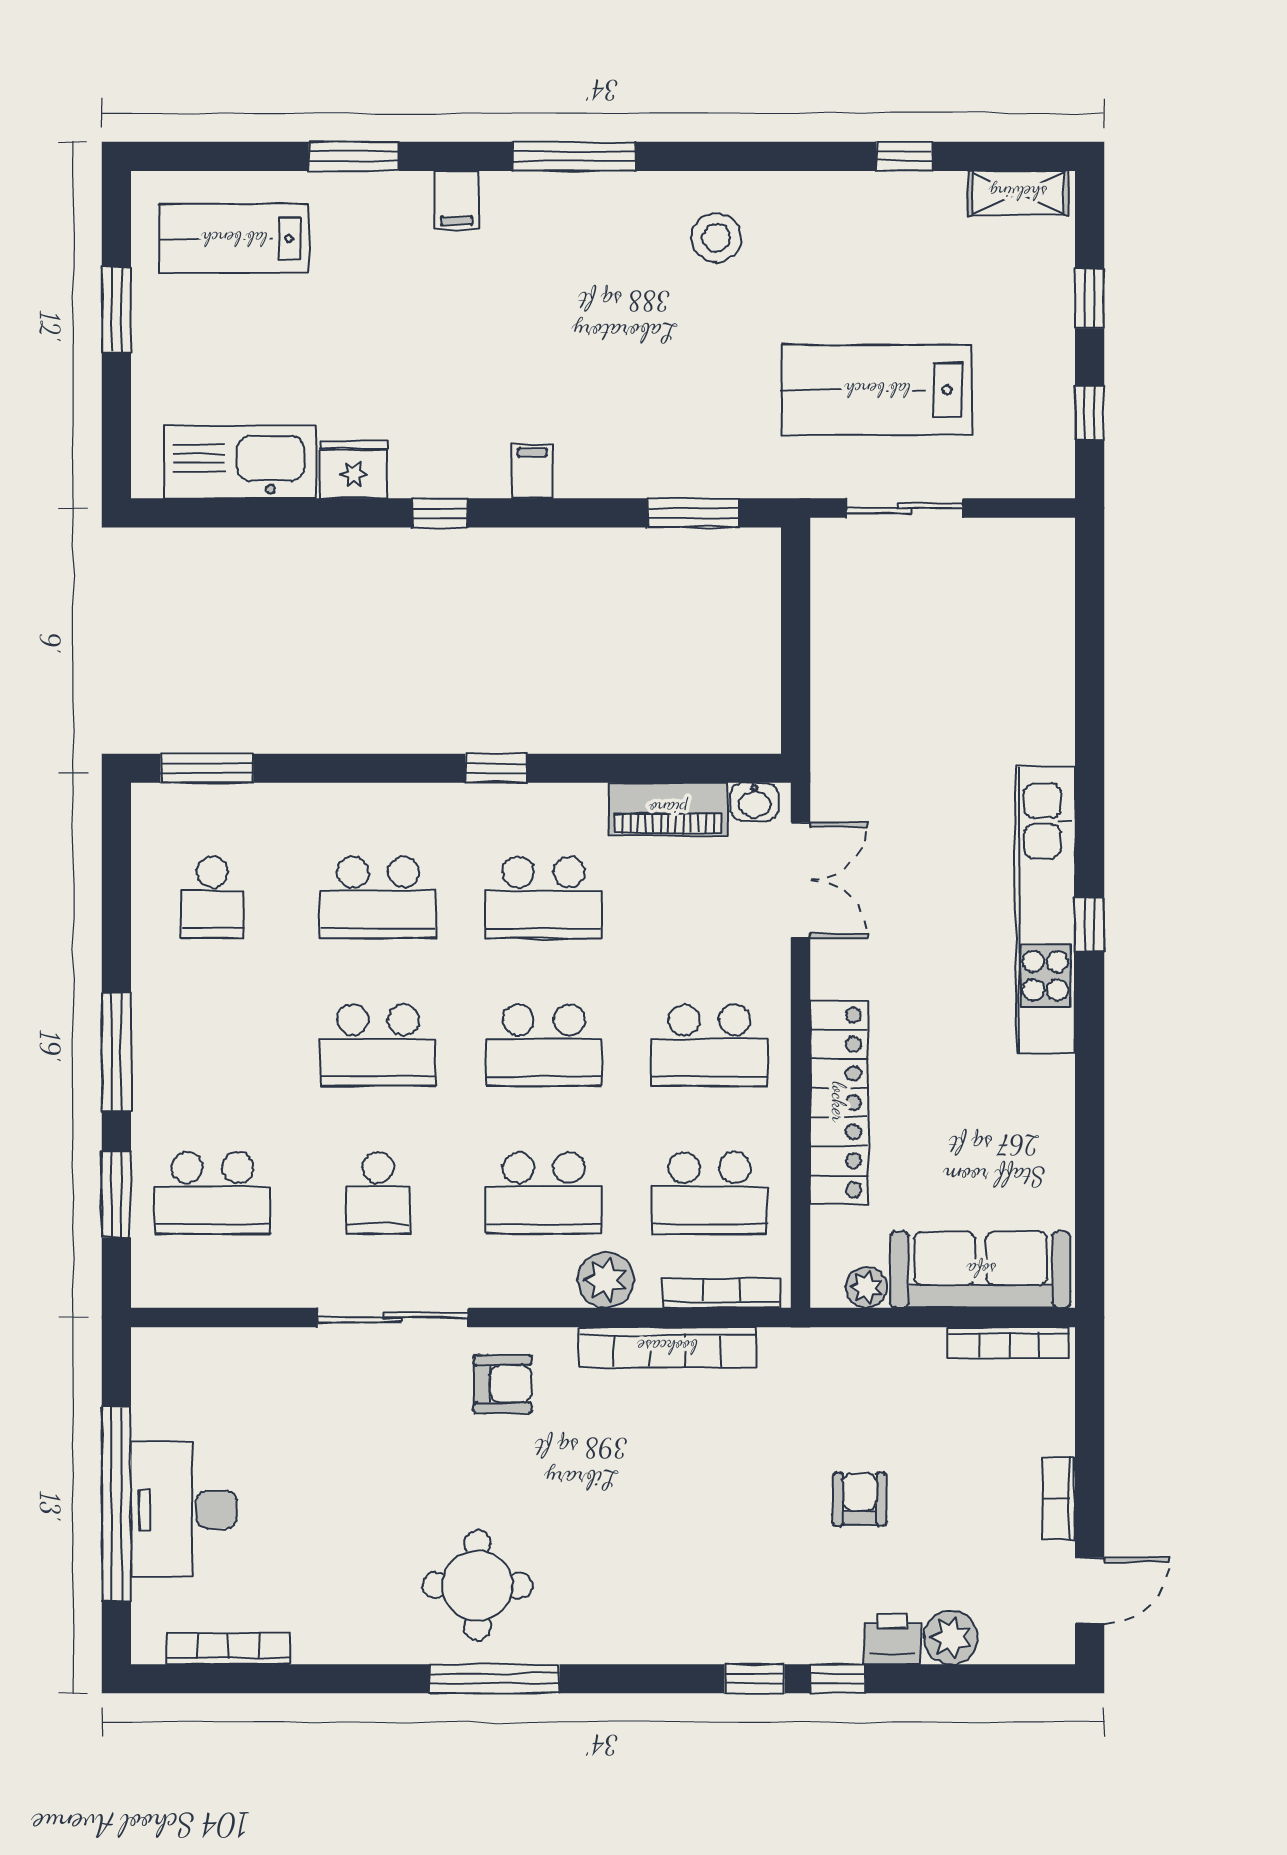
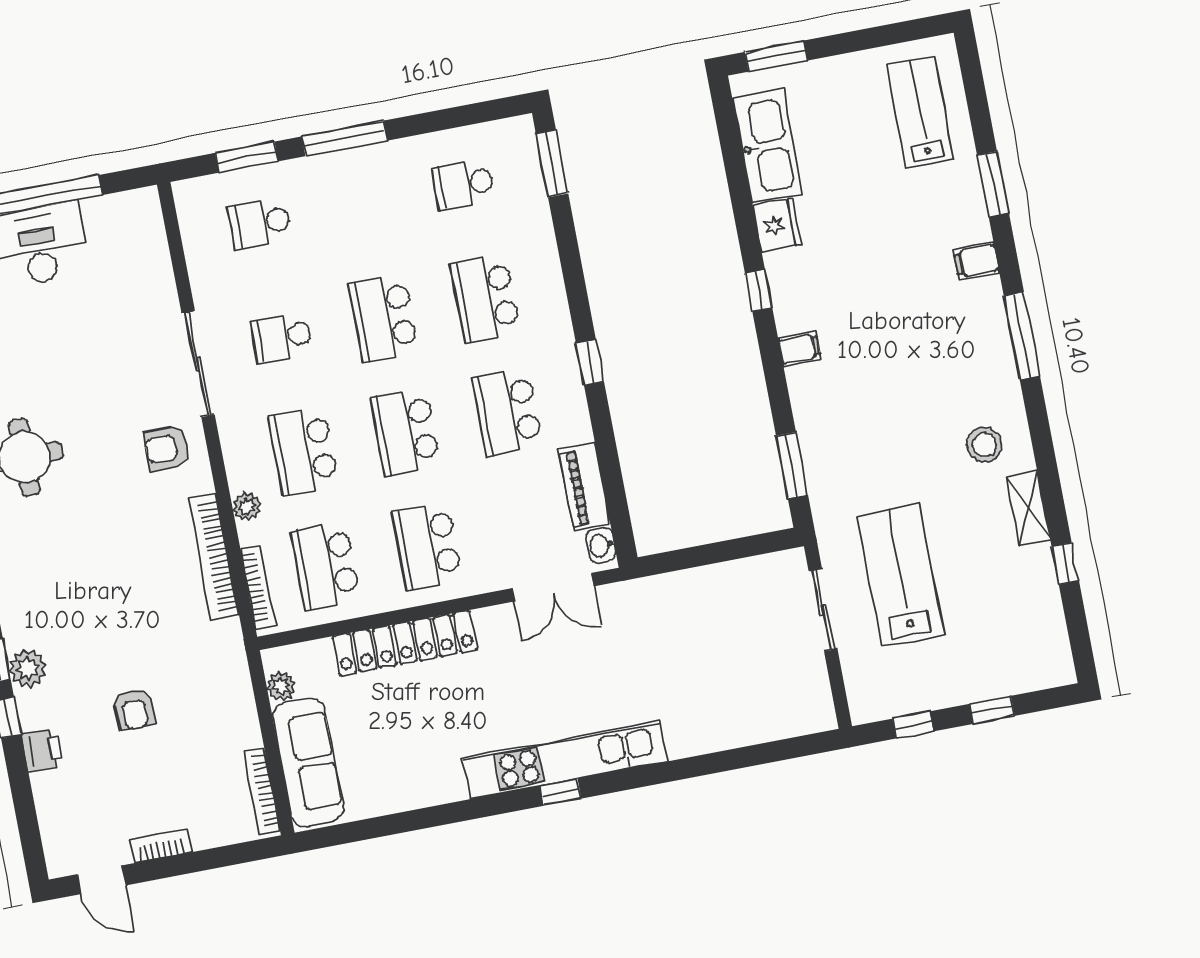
shelving: (1018, 193) -> (1028, 508), moved
window: (116, 310) -> (776, 56), moved
school desk: (212, 1193) -> (260, 223), width x0.54
plant: (606, 1280) -> (247, 507), width x0.73, depth x0.73
armchair: (503, 1384) -> (167, 448), turned 90
armchair: (860, 1499) -> (134, 709), turned 90
plant: (951, 1637) -> (28, 668), moved

